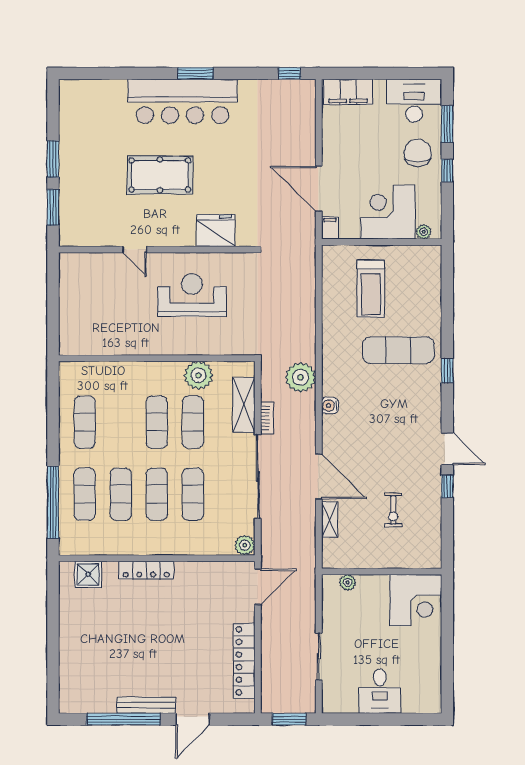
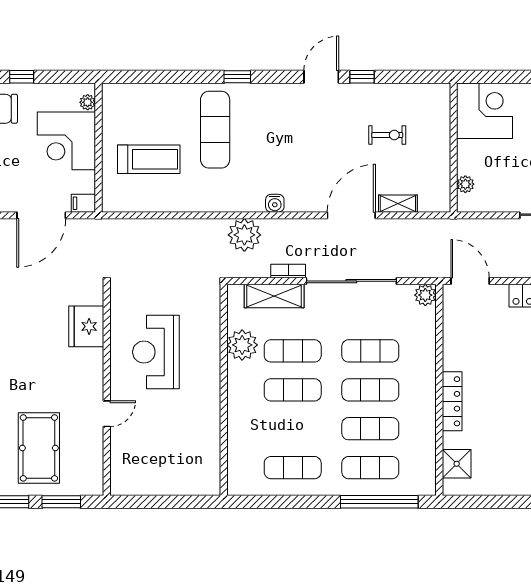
pool table: (160, 175) -> (39, 448), moved

